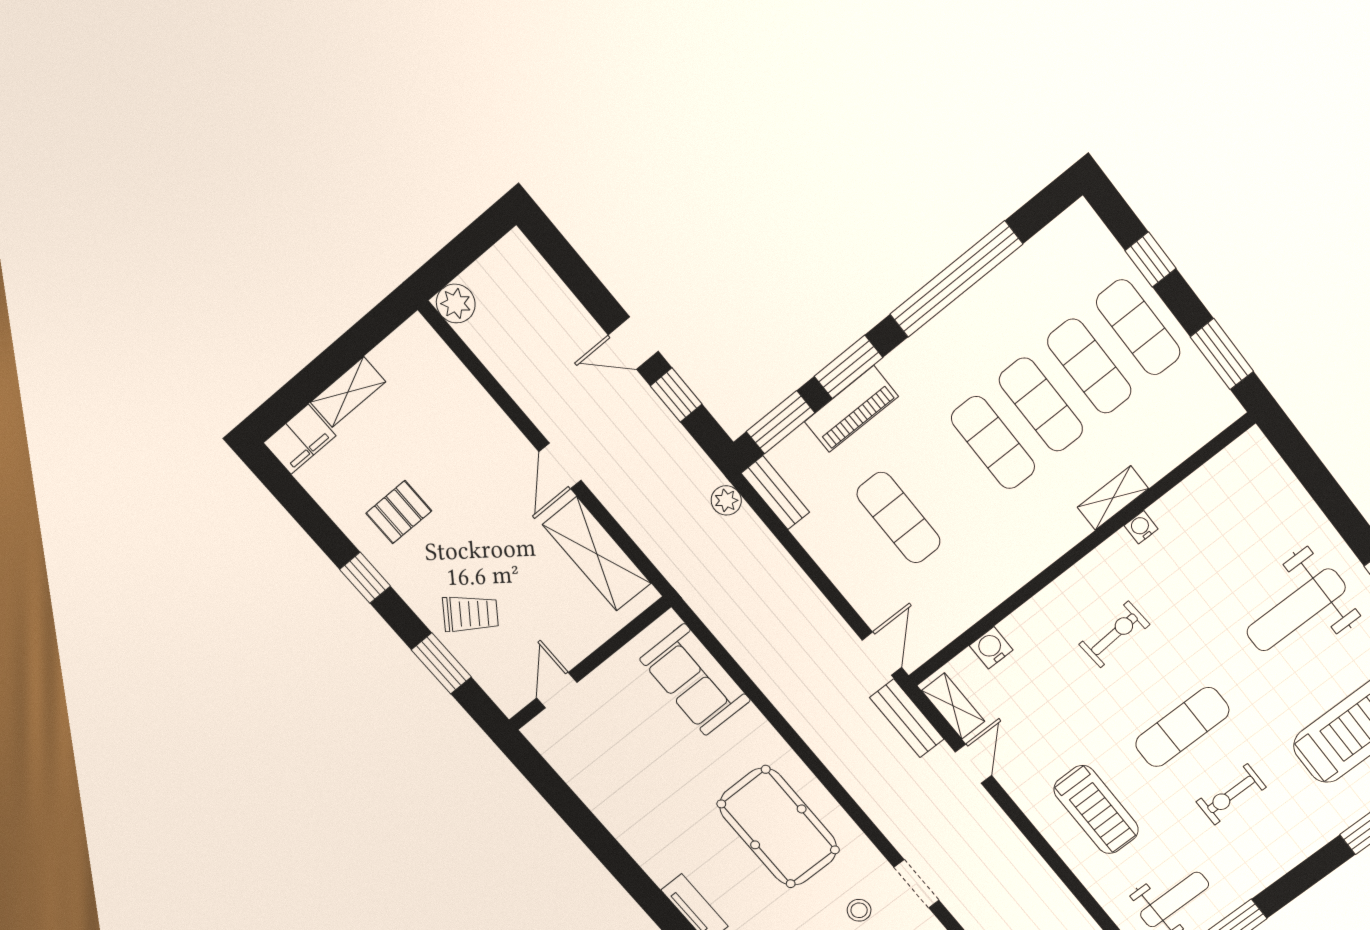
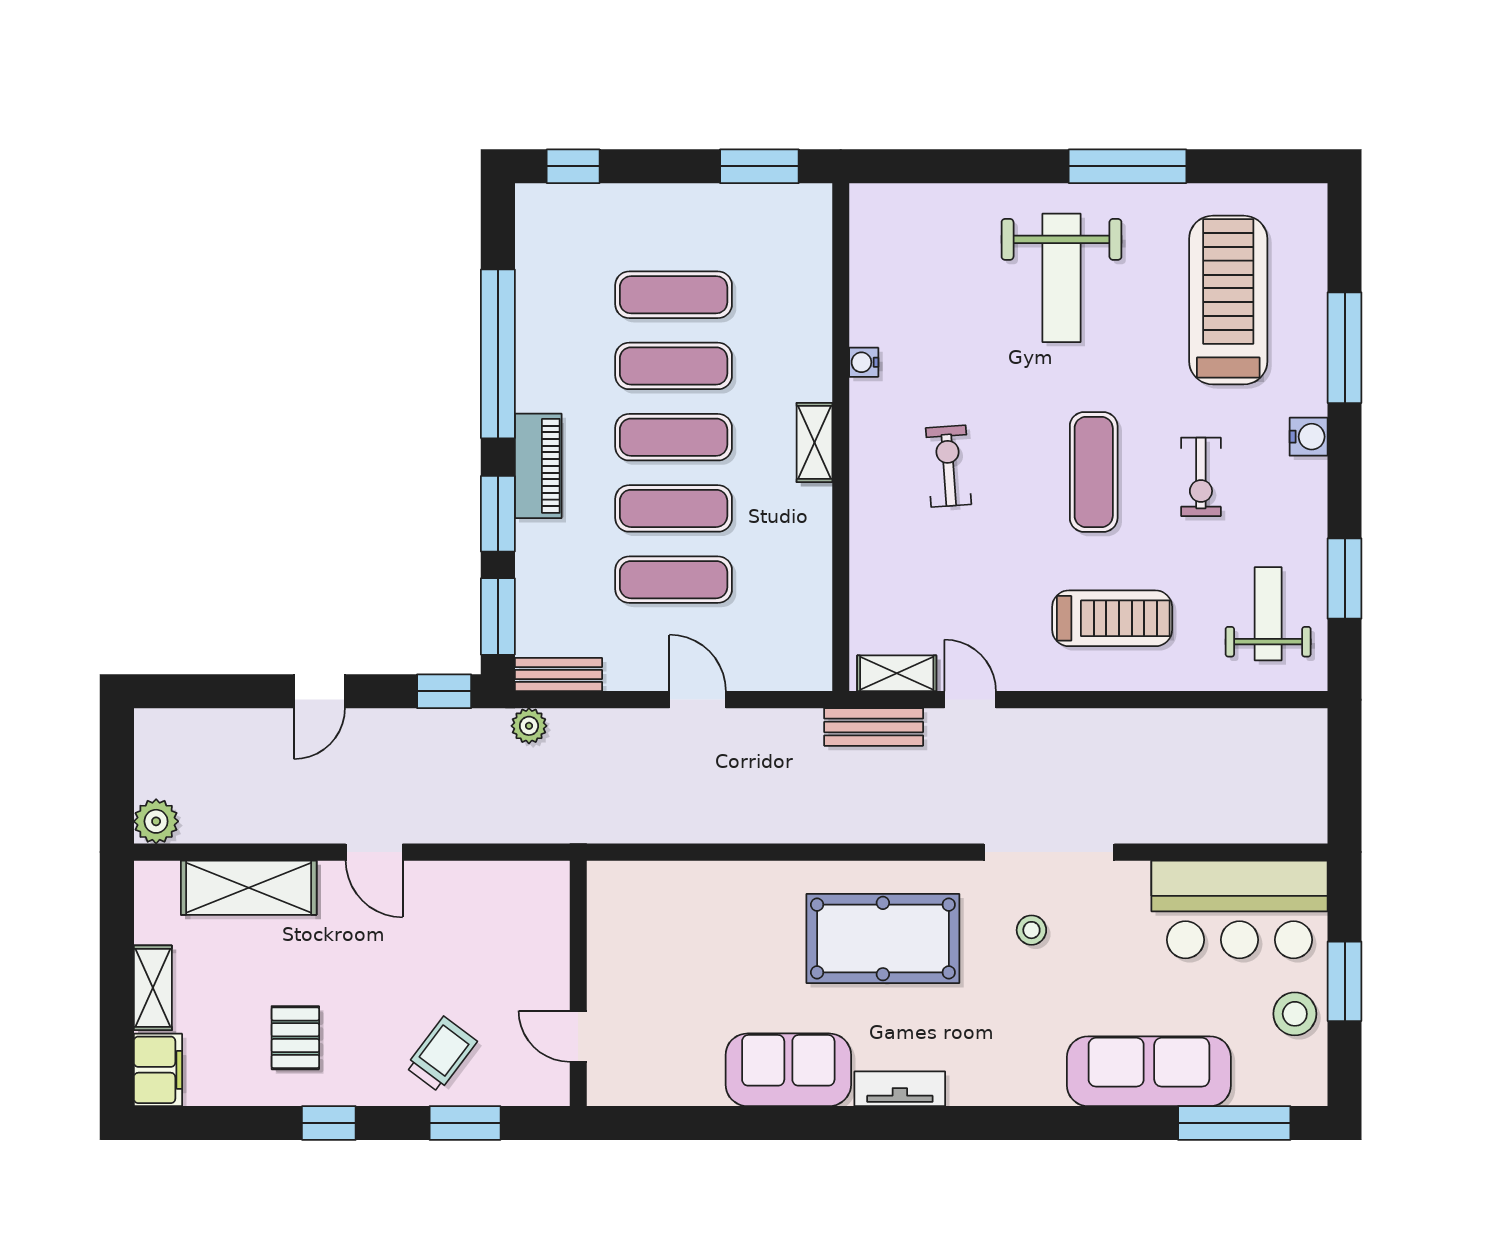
window: (1150, 260) -> (573, 166), moved
exercise mat: (1138, 327) -> (674, 508), moved
window: (676, 395) -> (444, 691), moved
piano: (851, 409) -> (538, 466), moved
shelving: (1113, 498) -> (814, 442), moved
shelving: (597, 554) -> (249, 888), moved
water cooler: (991, 648) -> (1309, 437), moved, turned 180
door: (882, 654) -> (698, 700), moved
sofa: (695, 680) -> (788, 1070), moved, turned 180
doorway: (916, 884) -> (1049, 852), width x1.87

